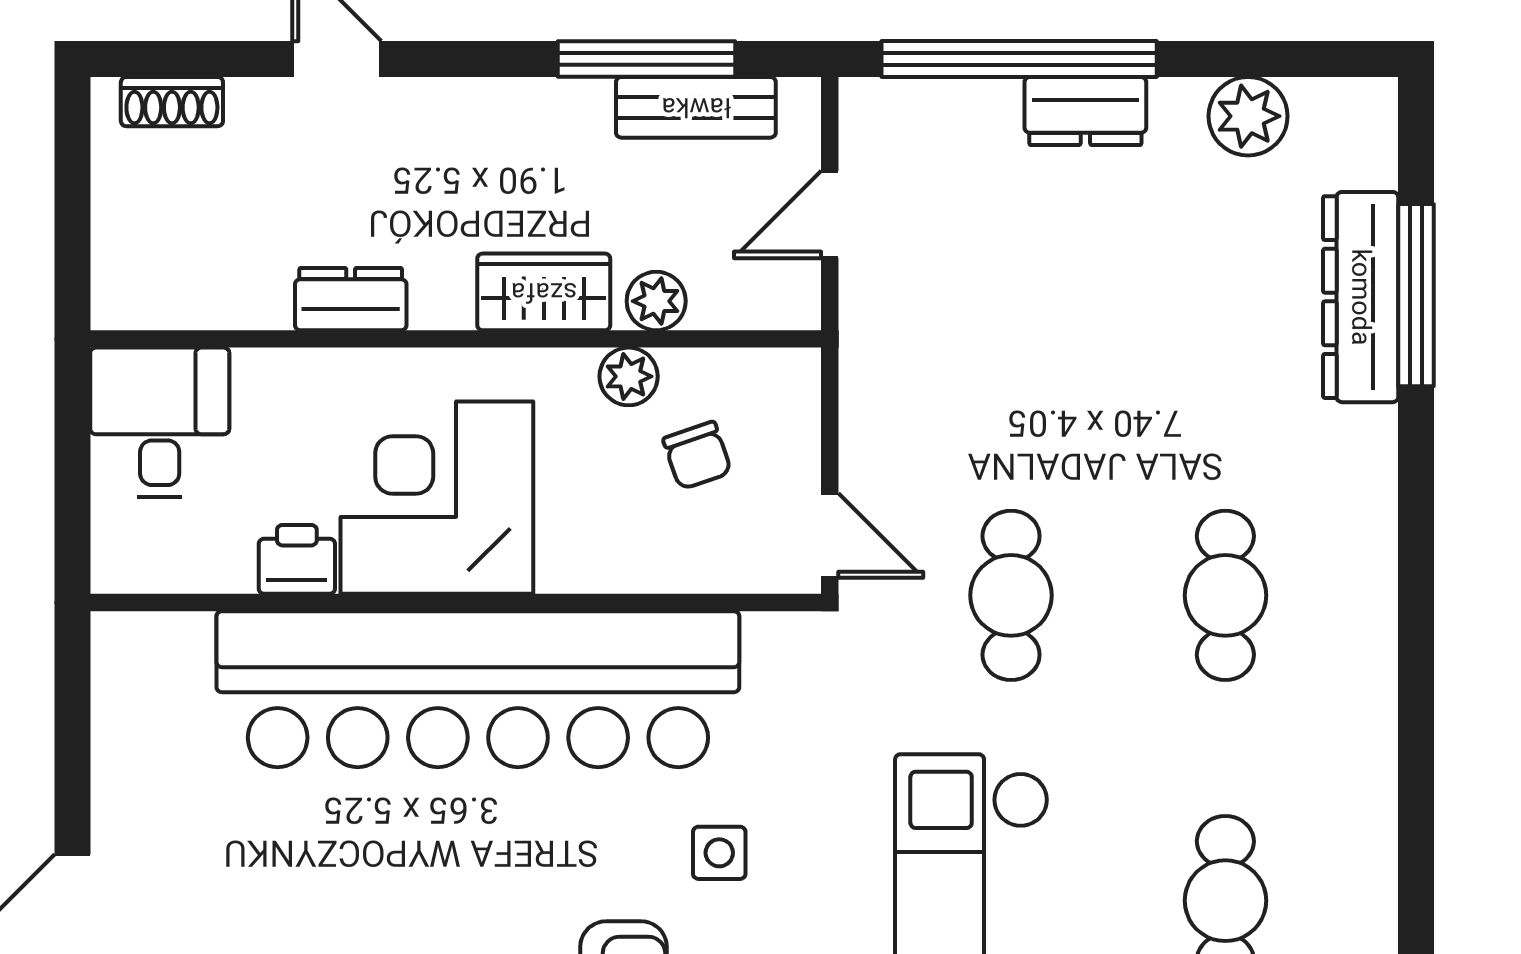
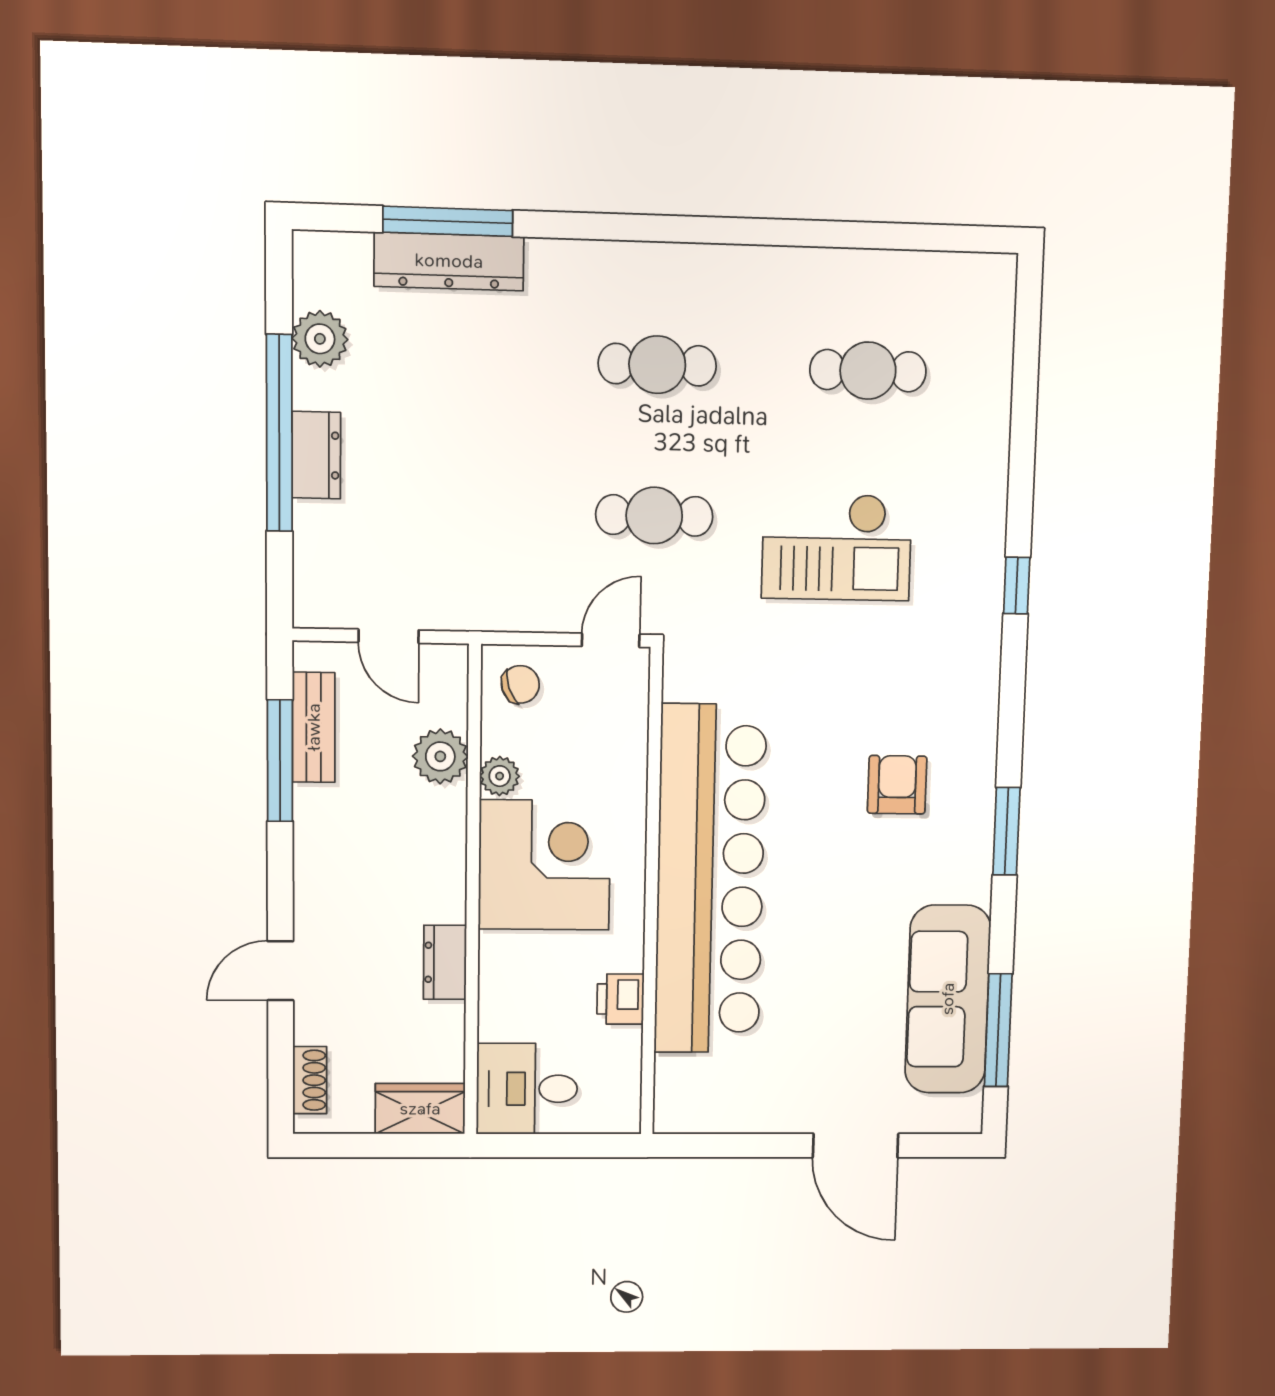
window: (1019, 59) -> (279, 433), moved
wardrobe: (544, 292) -> (420, 1109), moved, turned 90
plant: (656, 301) -> (440, 756), width x1.38, depth x1.38
chair: (697, 456) -> (520, 684), moved
corner desk: (437, 498) -> (544, 865), moved, turned 180
side table: (719, 853) -> (825, 719), removed

